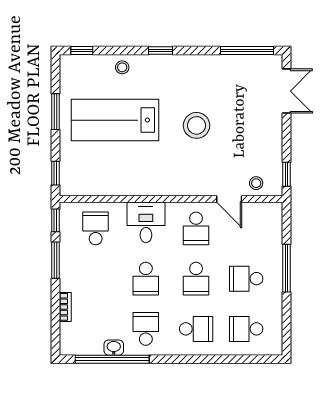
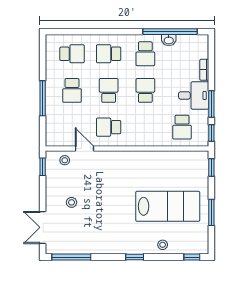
stool: (197, 125) -> (72, 202), moved, width x0.53, depth x0.53
desk: (146, 222) -> (194, 95), moved, turned -90
school desk: (196, 228) -> (109, 127), turned -90
school desk: (246, 279) -> (72, 90), turned 90

